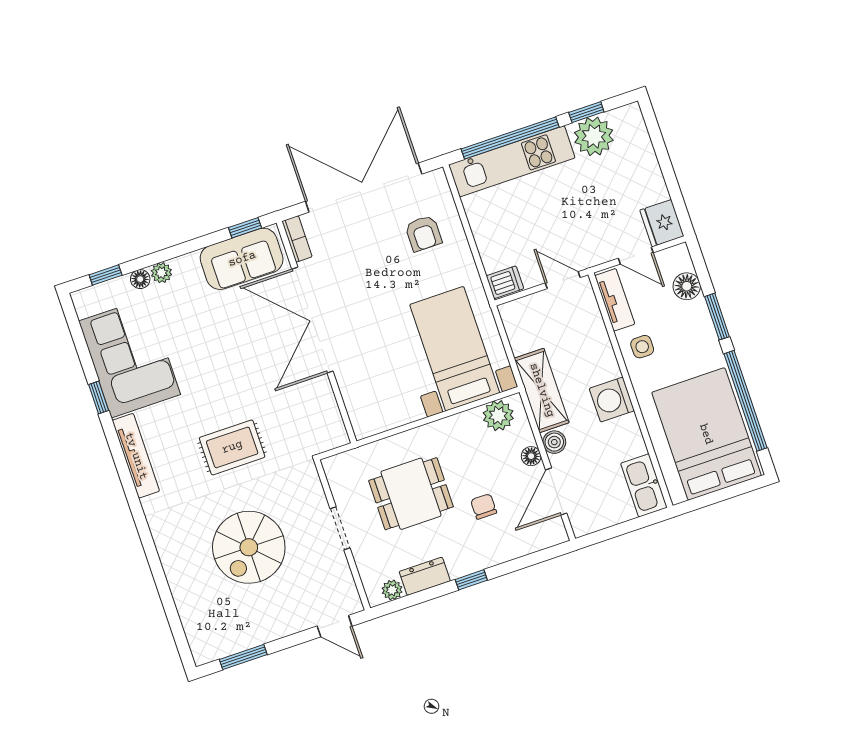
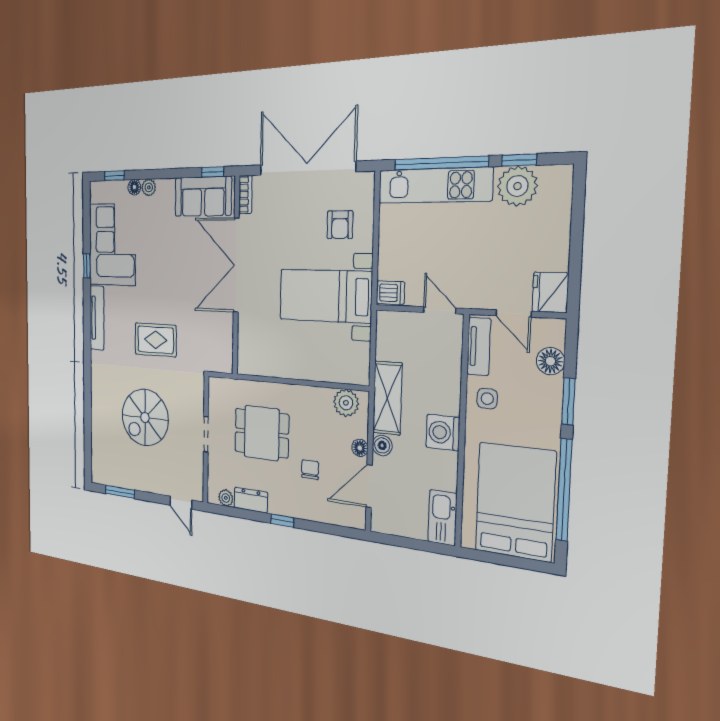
bed with nightstands: (455, 349) -> (325, 296), moved, turned -90

